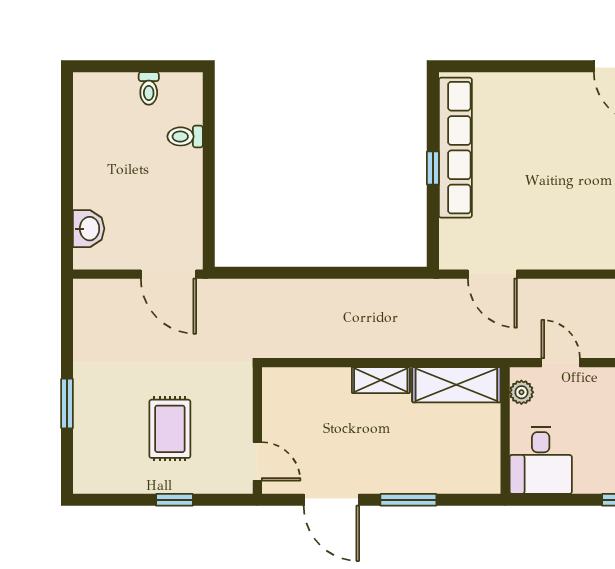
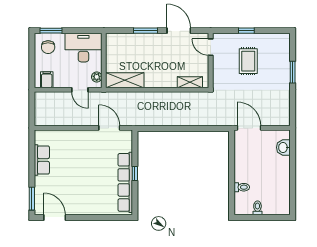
shelving: (381, 380) -> (190, 82), moved
desk: (541, 460) -> (83, 48), width x1.37

